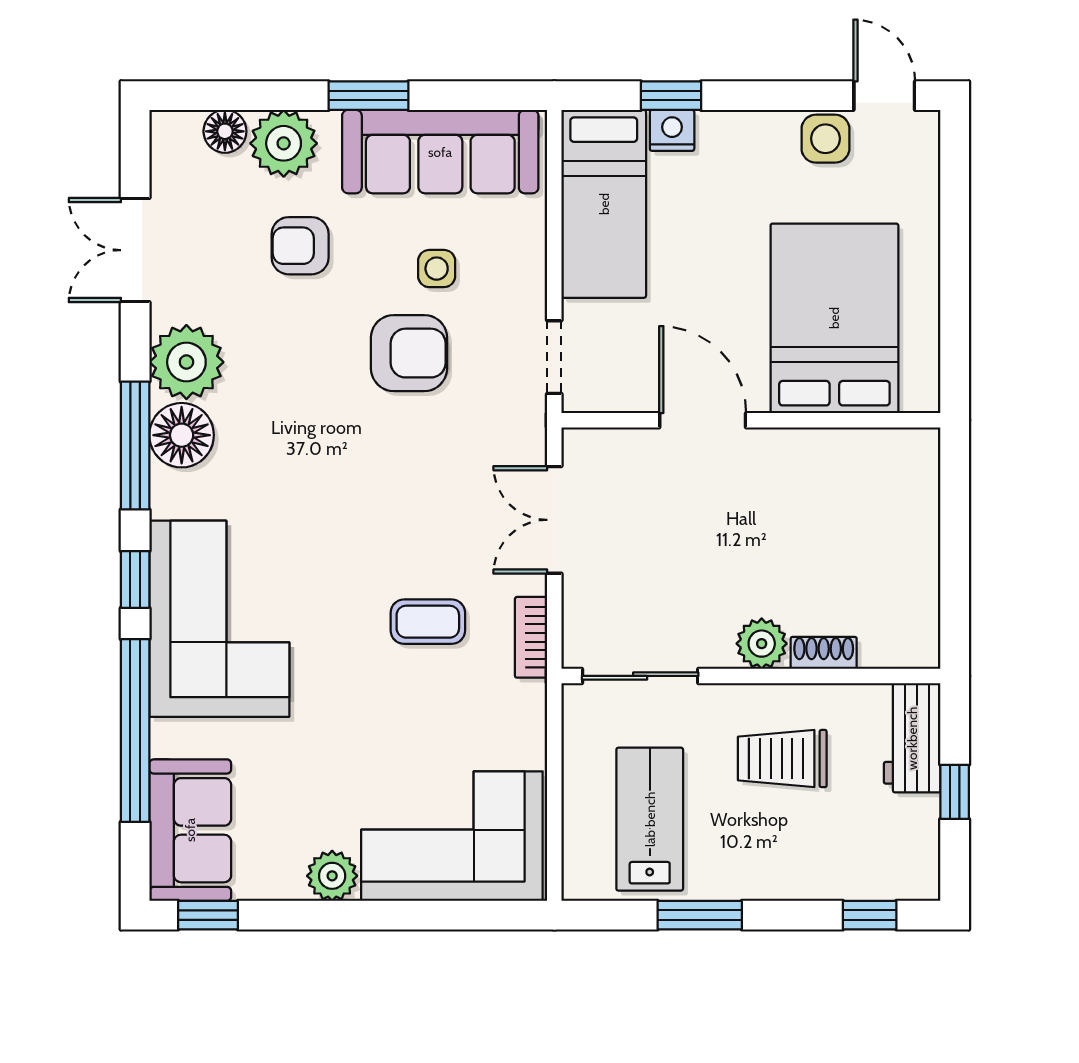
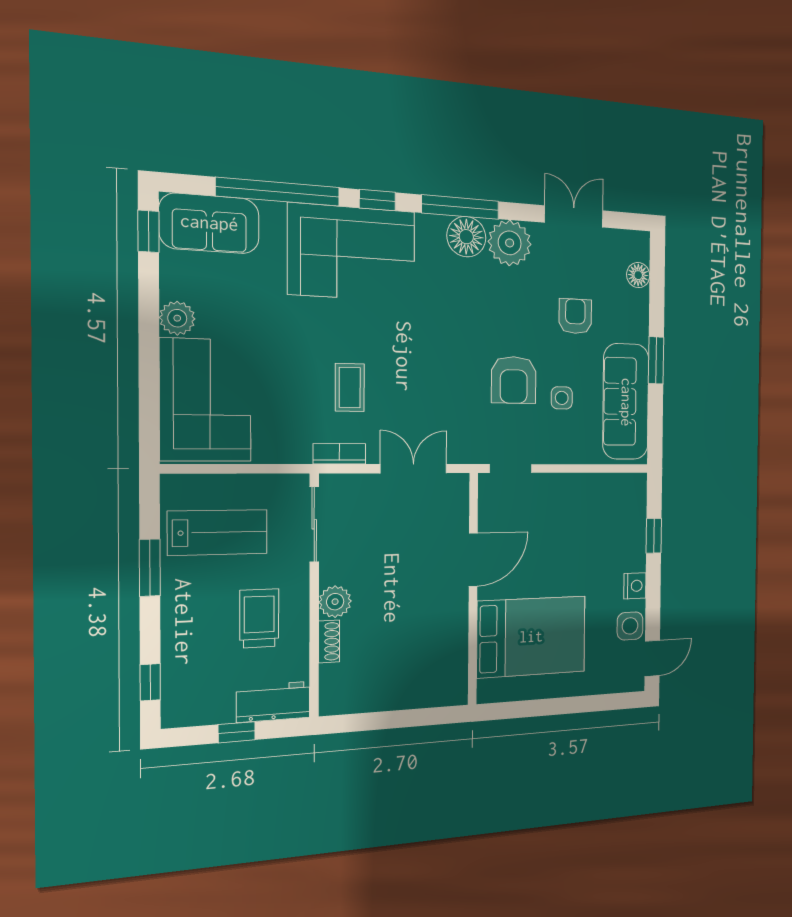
nightstand: (672, 130) -> (635, 586), moved
plant: (284, 143) -> (631, 309), removed
bed: (604, 204) -> (596, 498), removed

